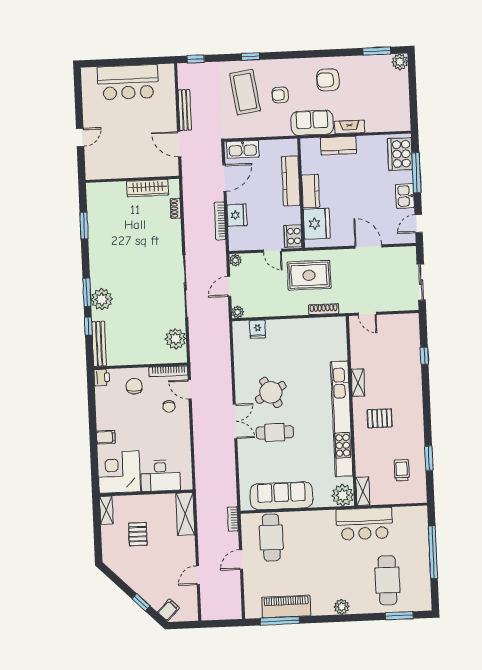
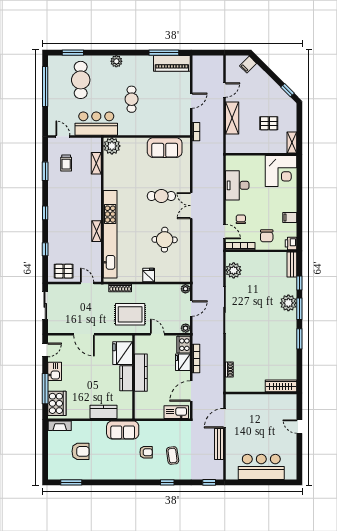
plant: (400, 62) -> (54, 473), removed
armchair: (328, 80) -> (81, 451), moved
coffee table: (245, 92) -> (173, 456), width x0.54, depth x0.58
fireplace: (349, 127) -> (60, 426), moved
door: (80, 137) -> (299, 427), hinge flipped
door: (179, 144) -> (225, 418), swing flipped
kitchen counter: (291, 181) -> (141, 373), moved
wardrobe: (148, 188) -> (281, 386), moved
window: (84, 226) -> (299, 339), moved
cooker: (293, 236) -> (184, 345), moved, turned 180
fridge: (258, 329) -> (149, 275), moved
bench: (99, 344) -> (292, 265), width x0.73
round table: (271, 392) -> (165, 240), moved, turned 30
window: (426, 404) -> (45, 213), added
pallet: (380, 418) -> (64, 271), moved
kitchen unit: (342, 419) -> (110, 234), moved
filing cabinet: (106, 437) -> (290, 217), moved
desk: (160, 476) -> (237, 185), moved, turned -90
shelving: (363, 491) -> (96, 163), moved
sofa: (281, 496) -> (165, 148), width x0.73
door: (408, 505) -> (63, 136), added
shelving: (185, 514) -> (232, 118), moved
pallet: (138, 534) -> (269, 123), turned 90
cafe table: (271, 537) -> (132, 99), moved, width x0.73, depth x0.74
window: (433, 552) -> (45, 87), moved
window: (141, 602) -> (287, 90), moved
piano: (286, 606) -> (172, 63), moved

